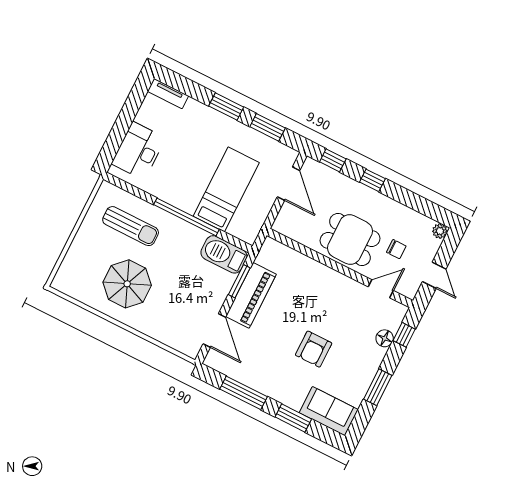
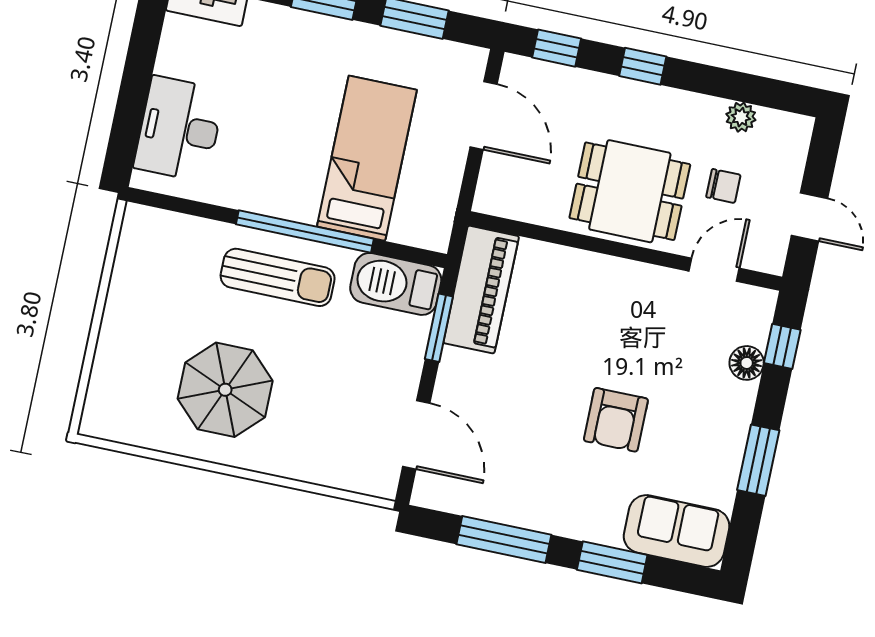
sun lounger: (131, 226) -> (278, 277), moved
plant: (440, 231) -> (741, 117), moved
piano: (251, 295) -> (481, 290), moved

